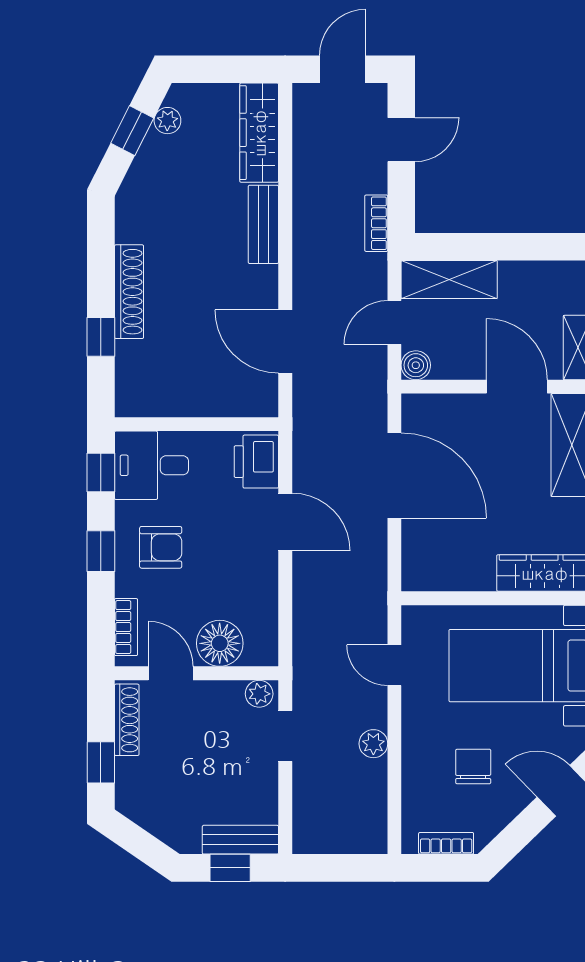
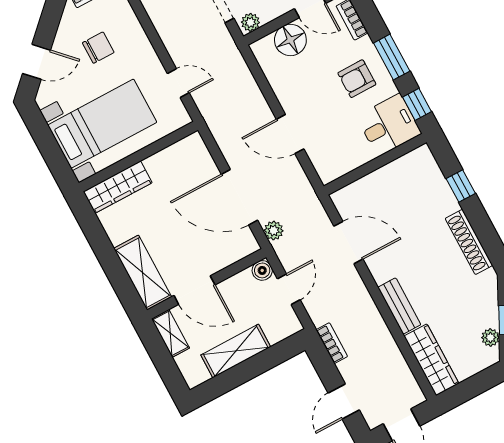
shelving: (449, 280) -> (236, 351), moved
shoe rack: (129, 292) -> (469, 242), moved
printer: (256, 462) -> (327, 161), removed
window: (101, 551) -> (392, 57), width x1.50
plant: (373, 744) -> (274, 230), moved
chair: (473, 767) -> (98, 48), turned -90

